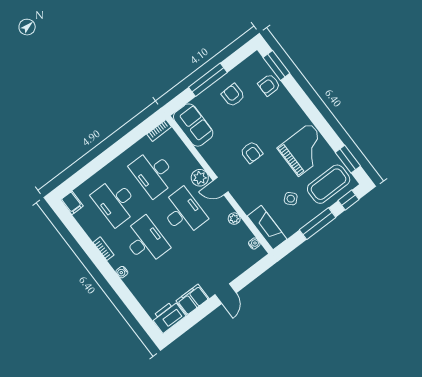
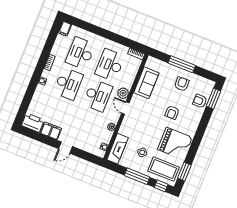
sofa: (193, 125) -> (146, 83), moved
armchair: (252, 152) -> (172, 112), moved

